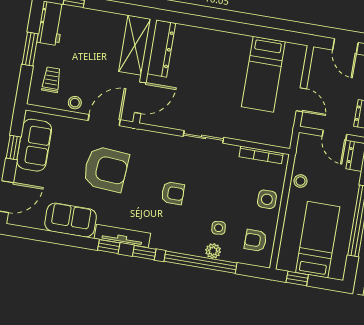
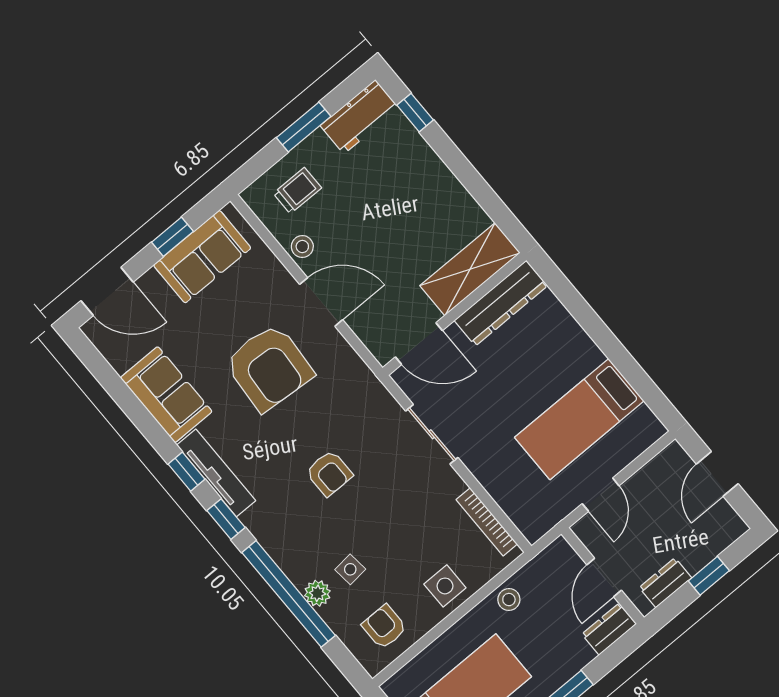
shelving: (135, 45) -> (470, 269), moved
dresser: (161, 48) -> (501, 303), moved
wall: (145, 71) -> (454, 314), moved
door: (140, 98) -> (419, 344), moved

